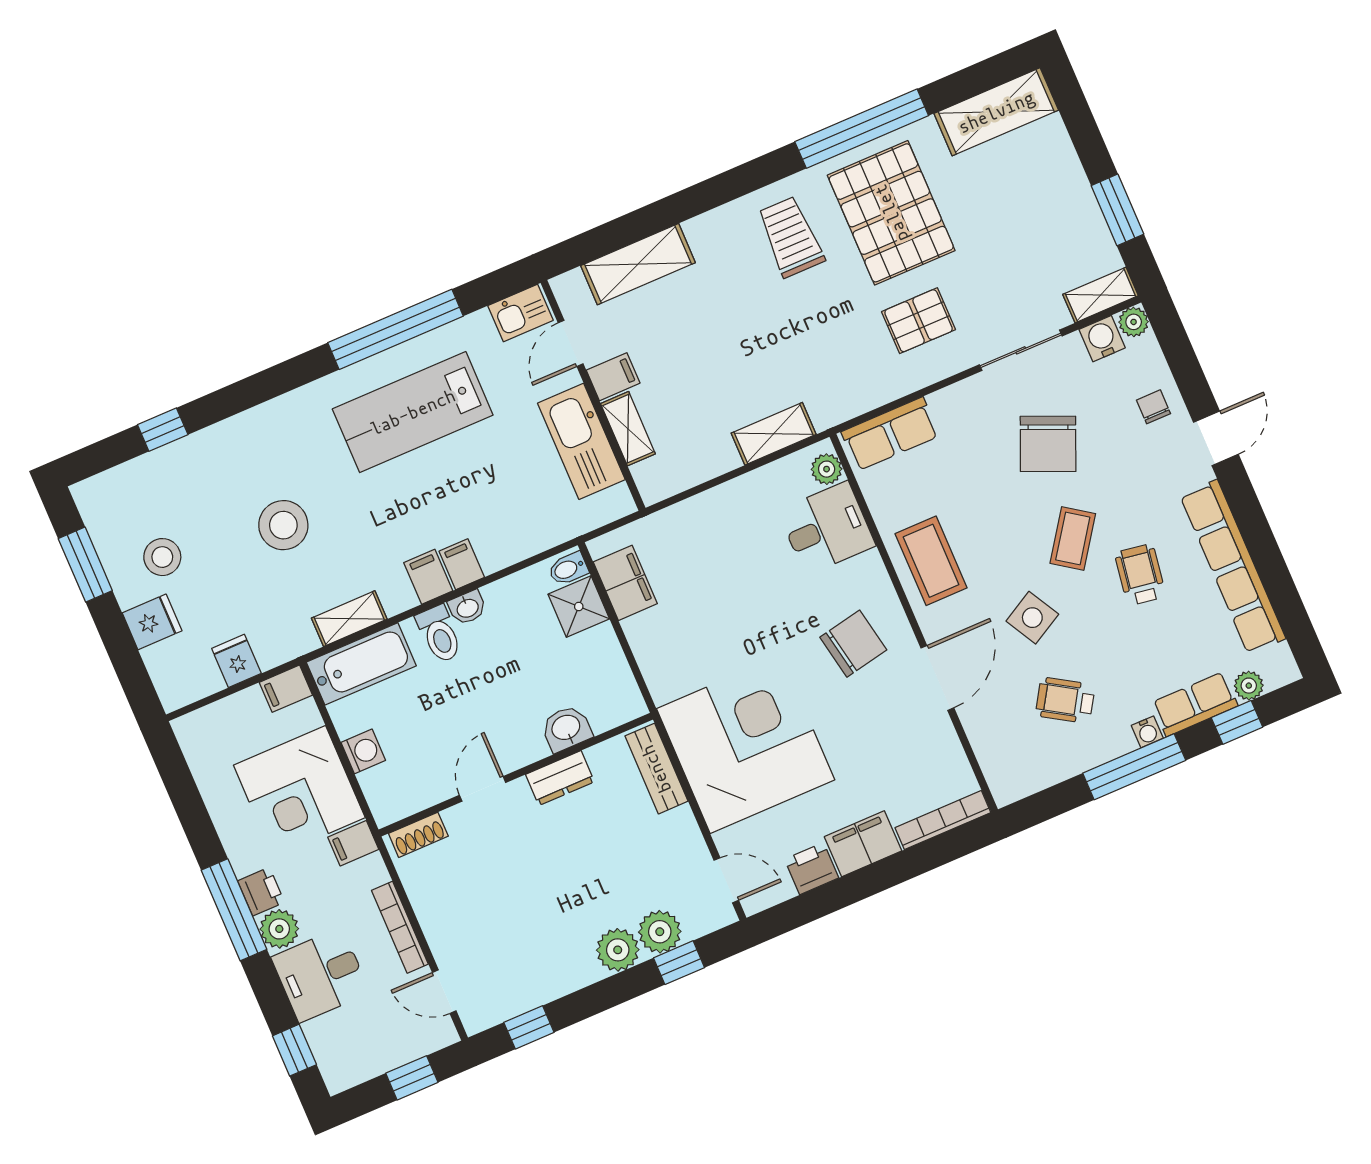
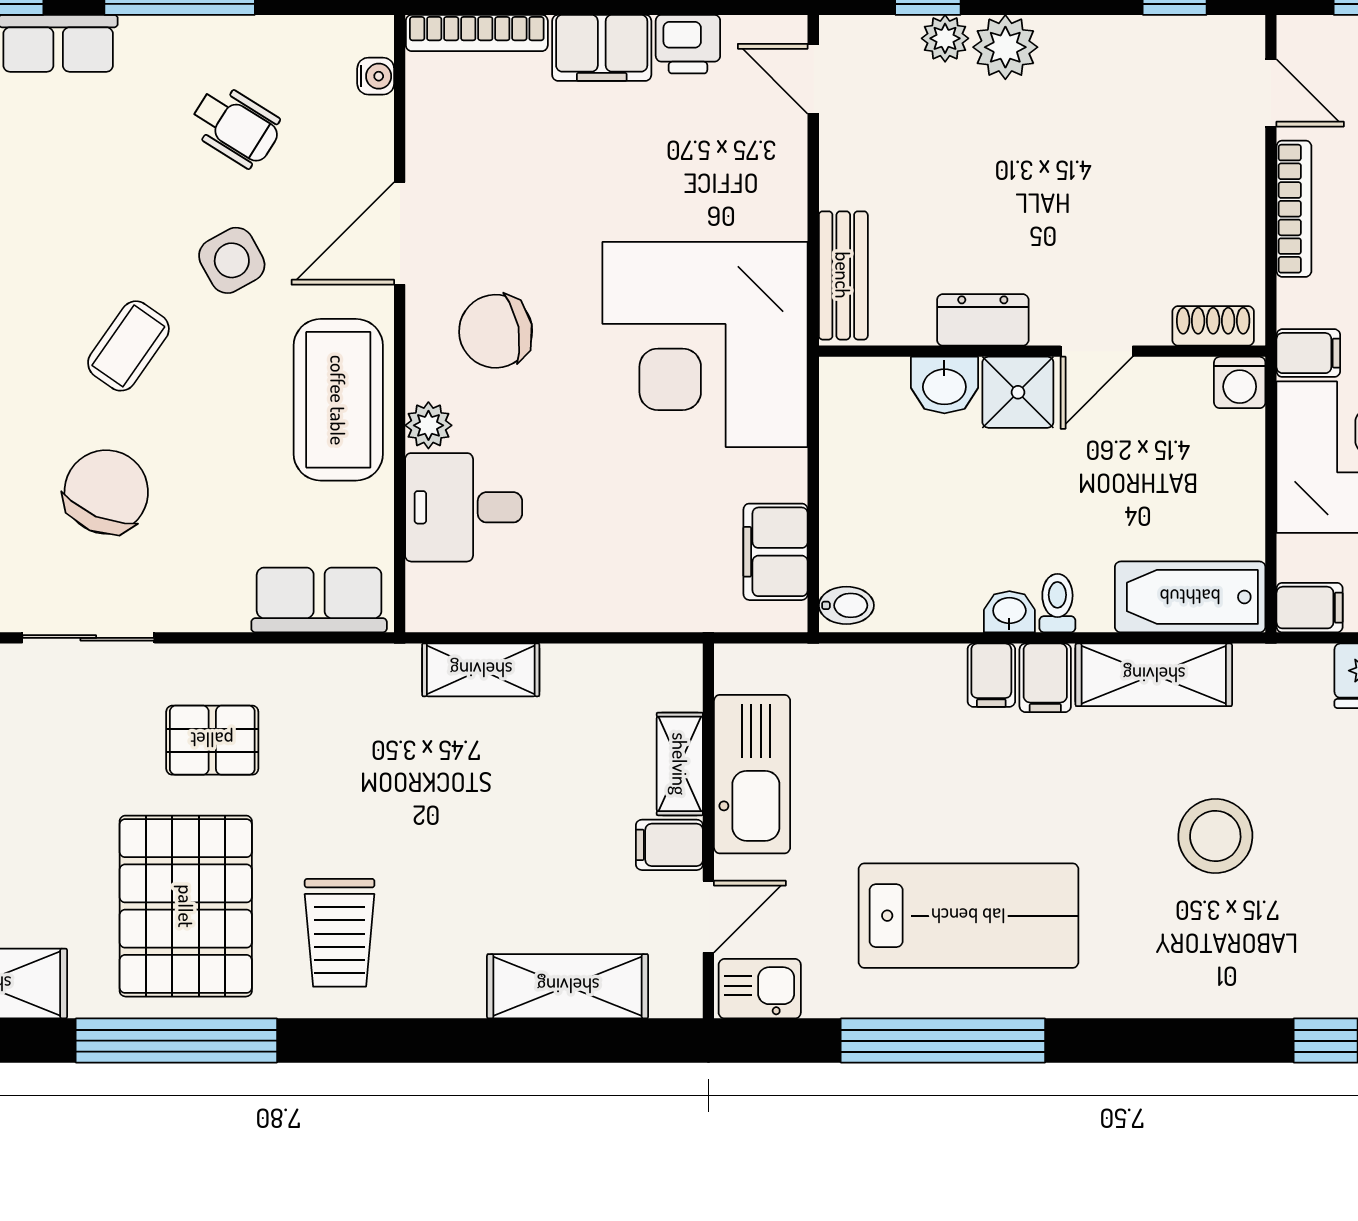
plant: (827, 469) -> (428, 425), moved
coffee table: (931, 561) -> (338, 400), width x1.36, depth x1.32
wheelchair: (1140, 575) -> (57, 255), removed
shower: (579, 607) -> (1018, 392), moved
shelving: (349, 619) -> (1154, 675), width x1.50, depth x1.33
toilet: (439, 634) -> (1057, 603), width x0.73, depth x0.72
water cooler: (1147, 732) -> (376, 76), moved, turned 90
corner desk: (746, 744) -> (705, 344), moved
washing machine: (363, 751) -> (1240, 382), moved, turned -90
plant: (660, 932) -> (945, 38), width x0.73, depth x0.73

